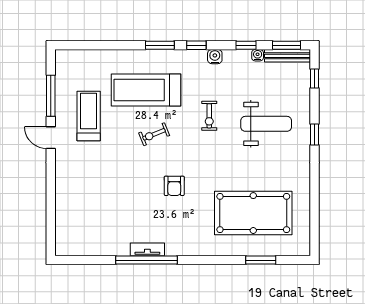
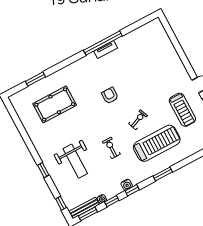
window: (196, 45) -> (132, 190), moved
weight bench: (266, 124) -> (75, 161), turned -90
pool table: (253, 213) -> (55, 104), width x0.73, depth x0.76

